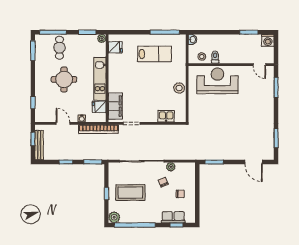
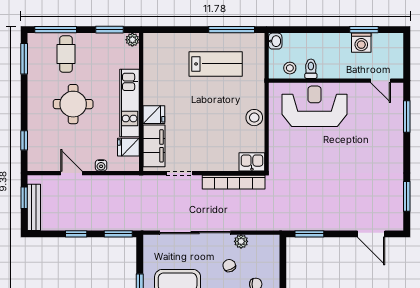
washing machine: (268, 40) -> (361, 43), moved
fridge: (115, 47) -> (154, 115), moved
kitchen sink: (166, 116) -> (252, 162), moved
bookcase: (98, 129) -> (234, 182), moved

